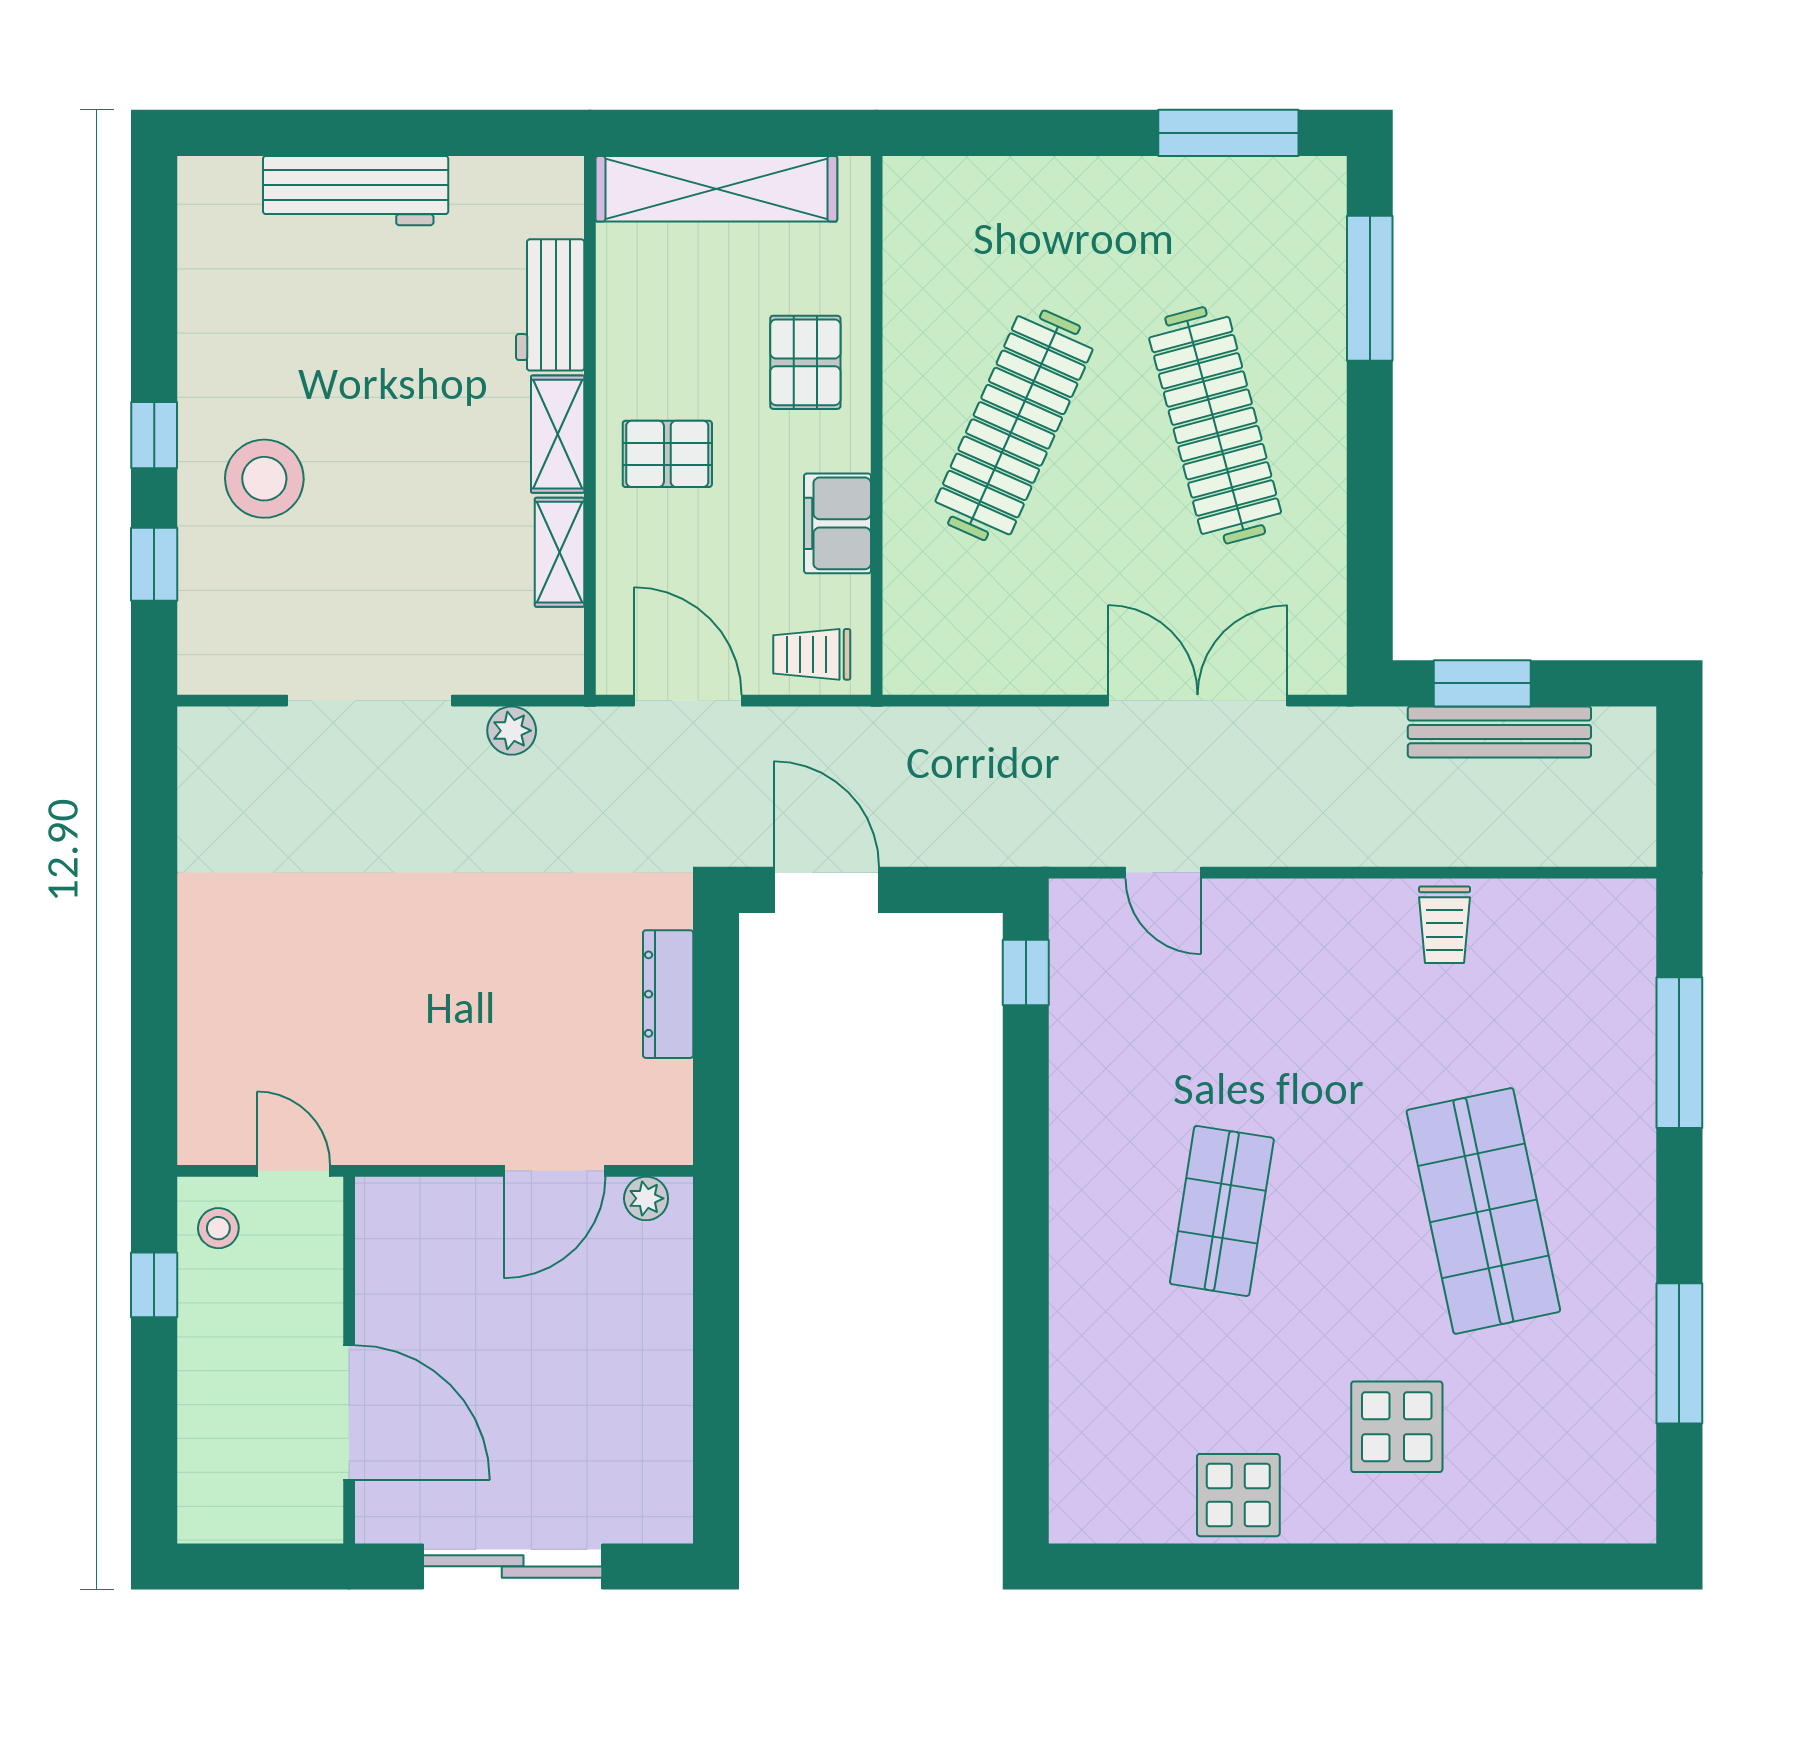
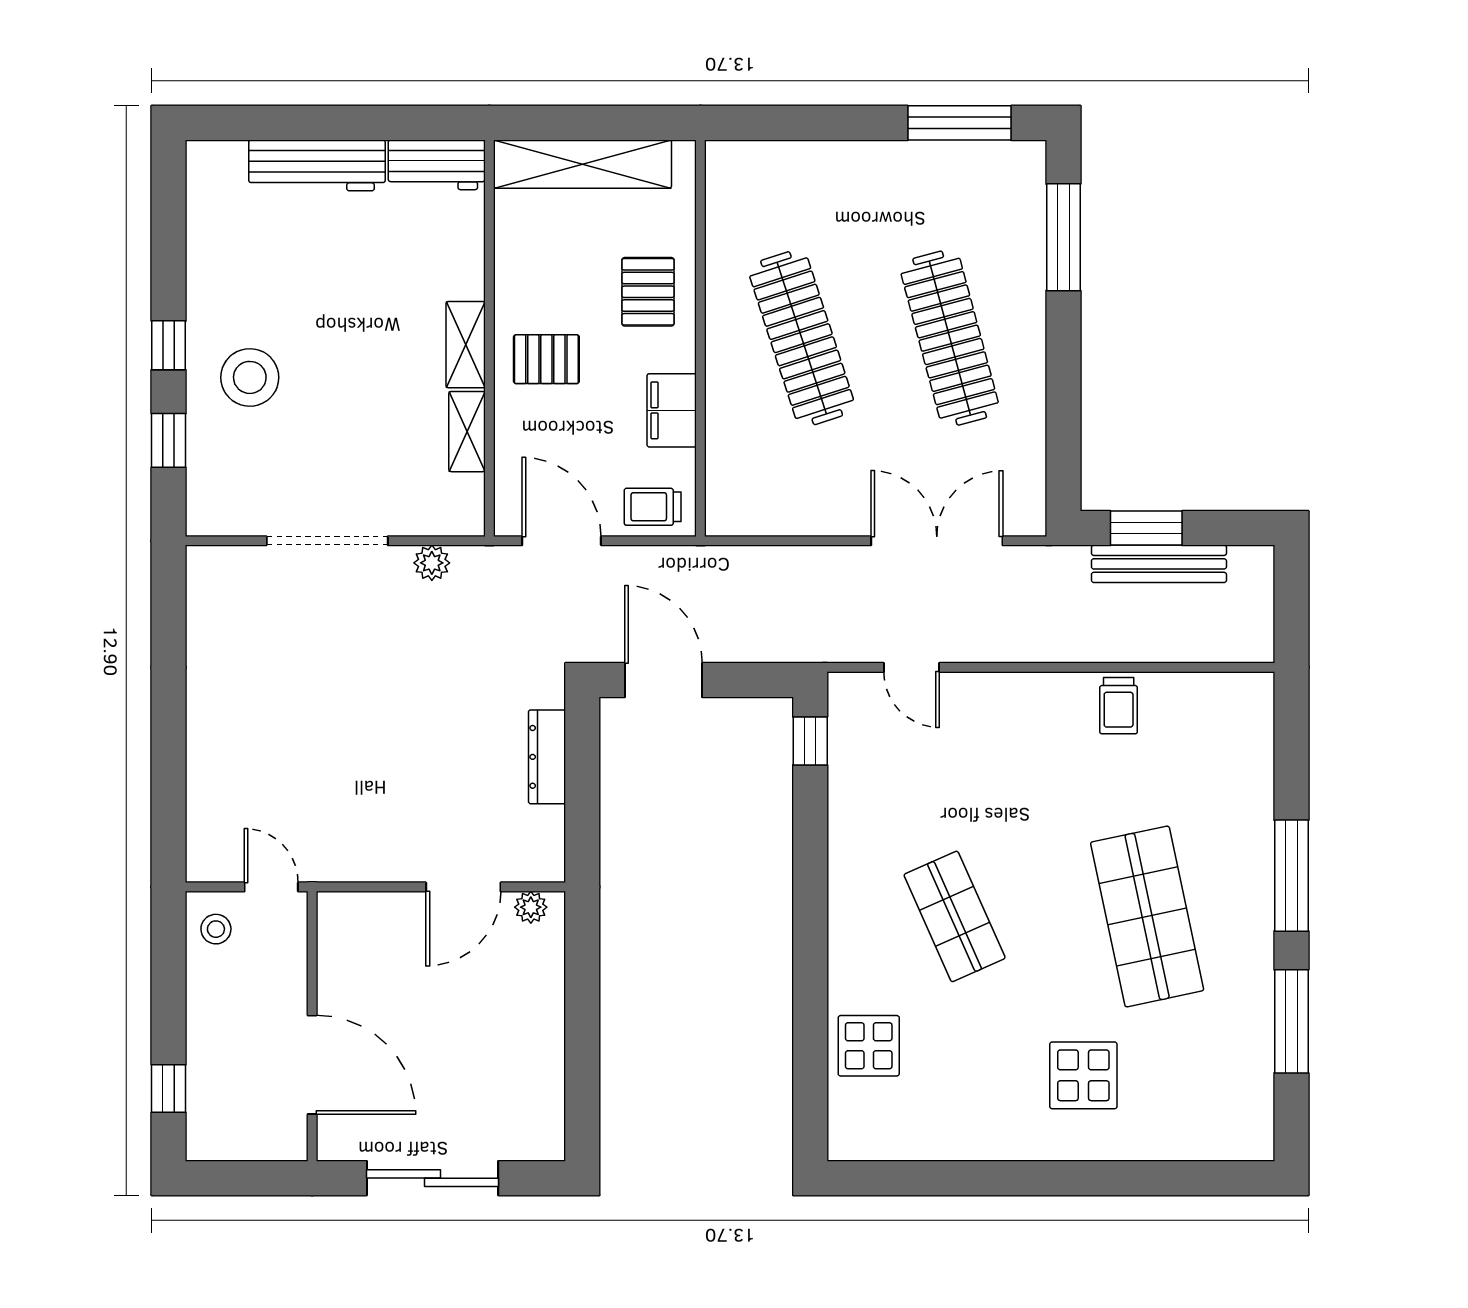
workbench: (550, 305) -> (437, 165), moved, turned -90
clothes rail: (1014, 425) -> (802, 338), turned -42
window: (1679, 1053) -> (1291, 876), moved
shop shelf: (1222, 1211) -> (955, 916), turned -33
window: (154, 1285) -> (169, 1089), moved
display table: (1238, 1495) -> (869, 1046), moved

